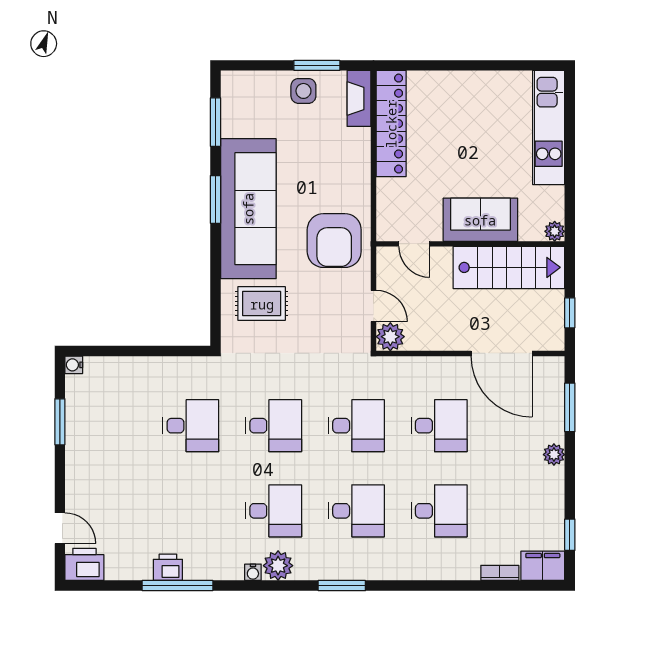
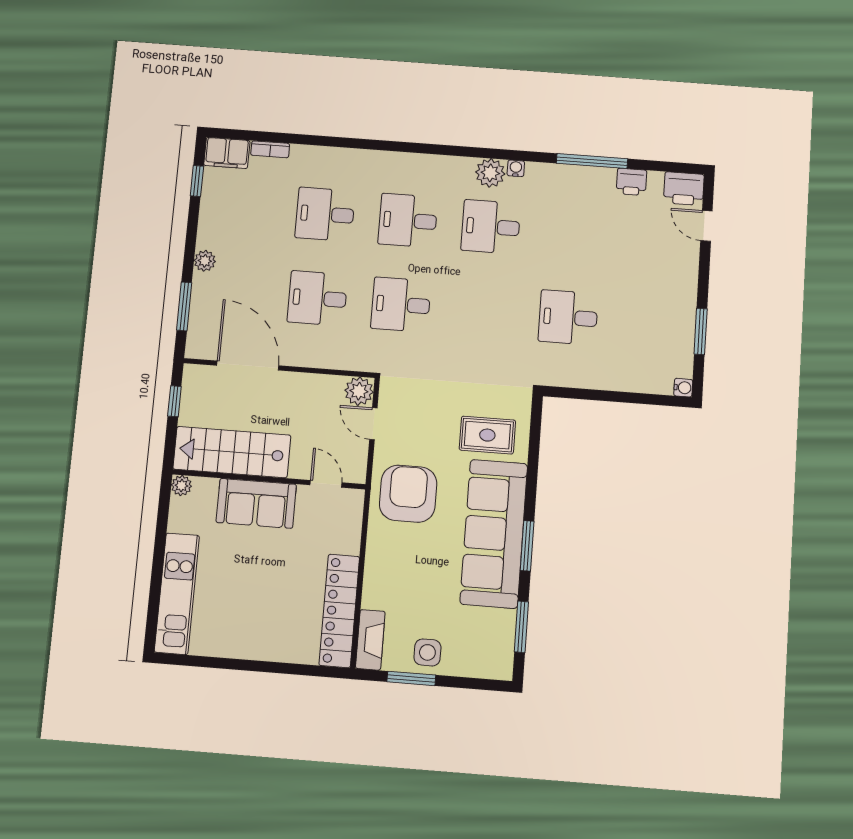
desk: (273, 426) -> (484, 311), removed
printer: (168, 567) -> (631, 182), moved
window: (342, 586) -> (428, 149), removed

